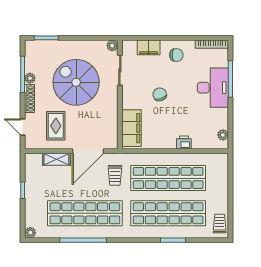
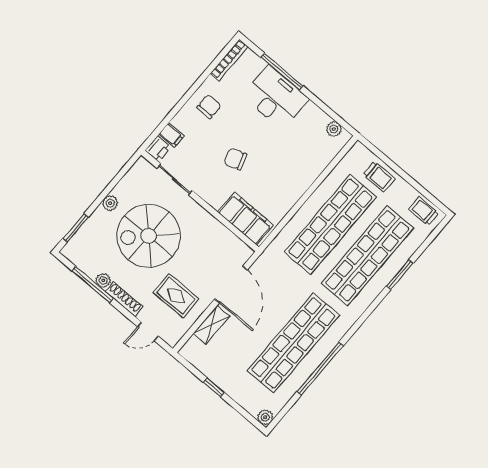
plant: (112, 46) -> (110, 203), moved
filing cabinet: (149, 47) -> (171, 135), width x0.50
printer: (184, 143) -> (158, 149), moved, turned 180
trolley: (115, 175) -> (379, 177), moved

